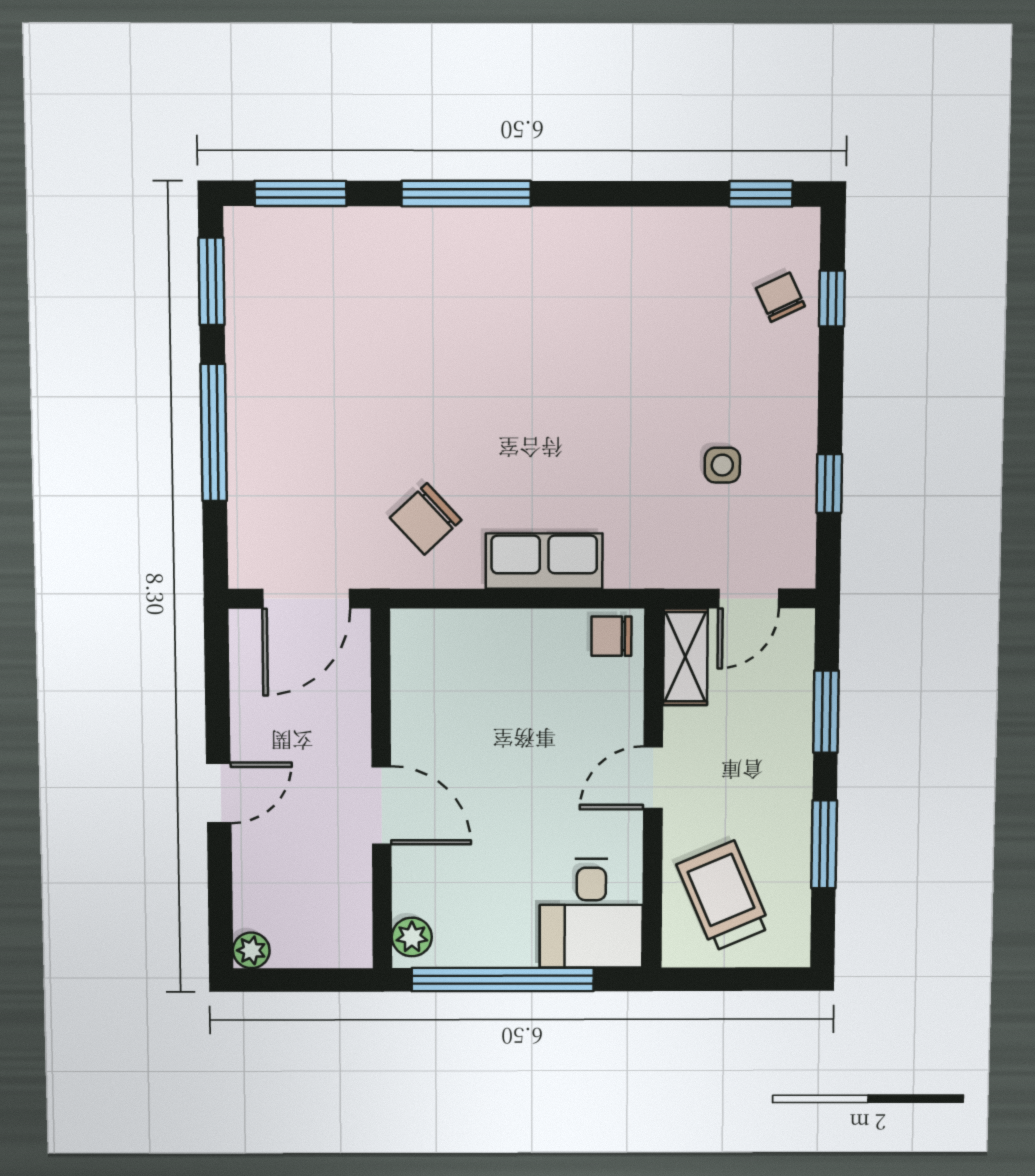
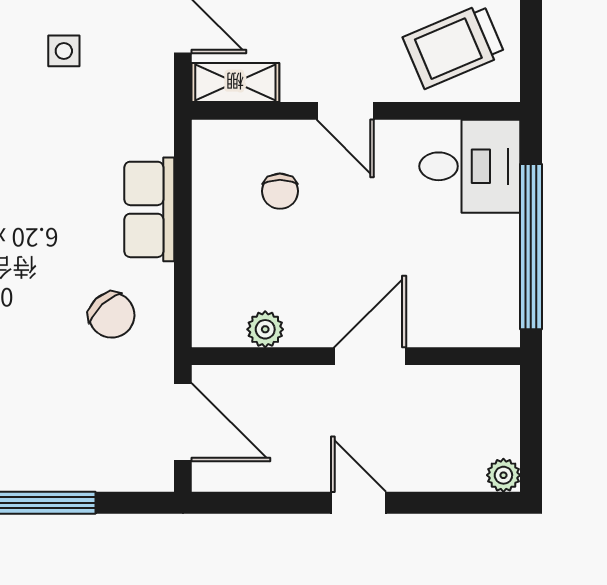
chair: (611, 636) -> (280, 191), moved
plant: (412, 937) -> (265, 329), moved

